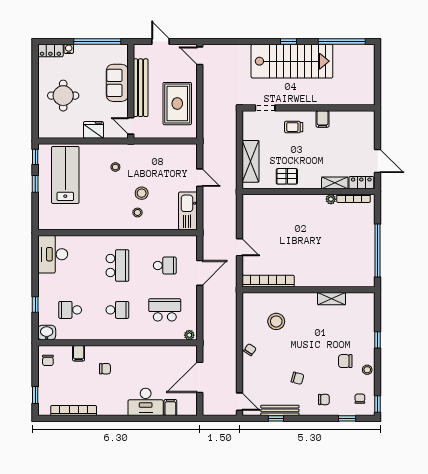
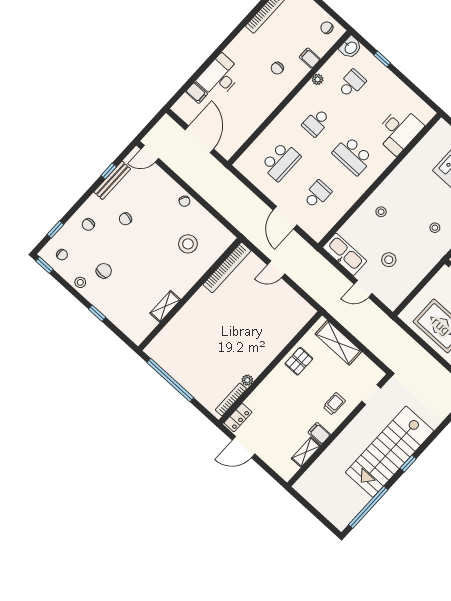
shelving: (335, 183) -> (306, 452), moved
stool: (142, 193) -> (389, 260), moved
desk: (53, 254) -> (399, 130), moved, turned 90
school desk: (165, 266) -> (317, 194), turned 180
plant: (189, 335) -> (318, 79), moved

